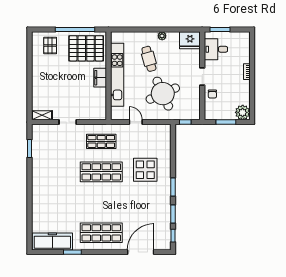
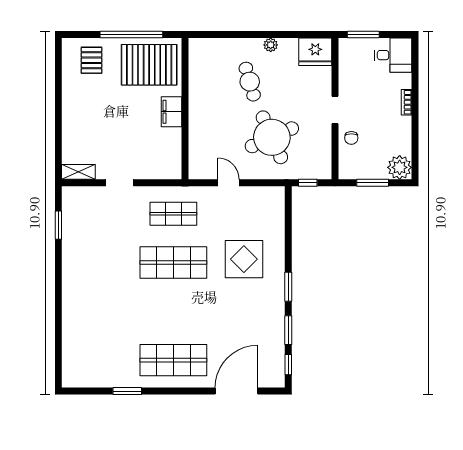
desk: (216, 49) -> (393, 55), moved, turned 180
kitchen unit: (117, 75) -> (199, 107), removed
freezer: (52, 242) -> (95, 374), removed

